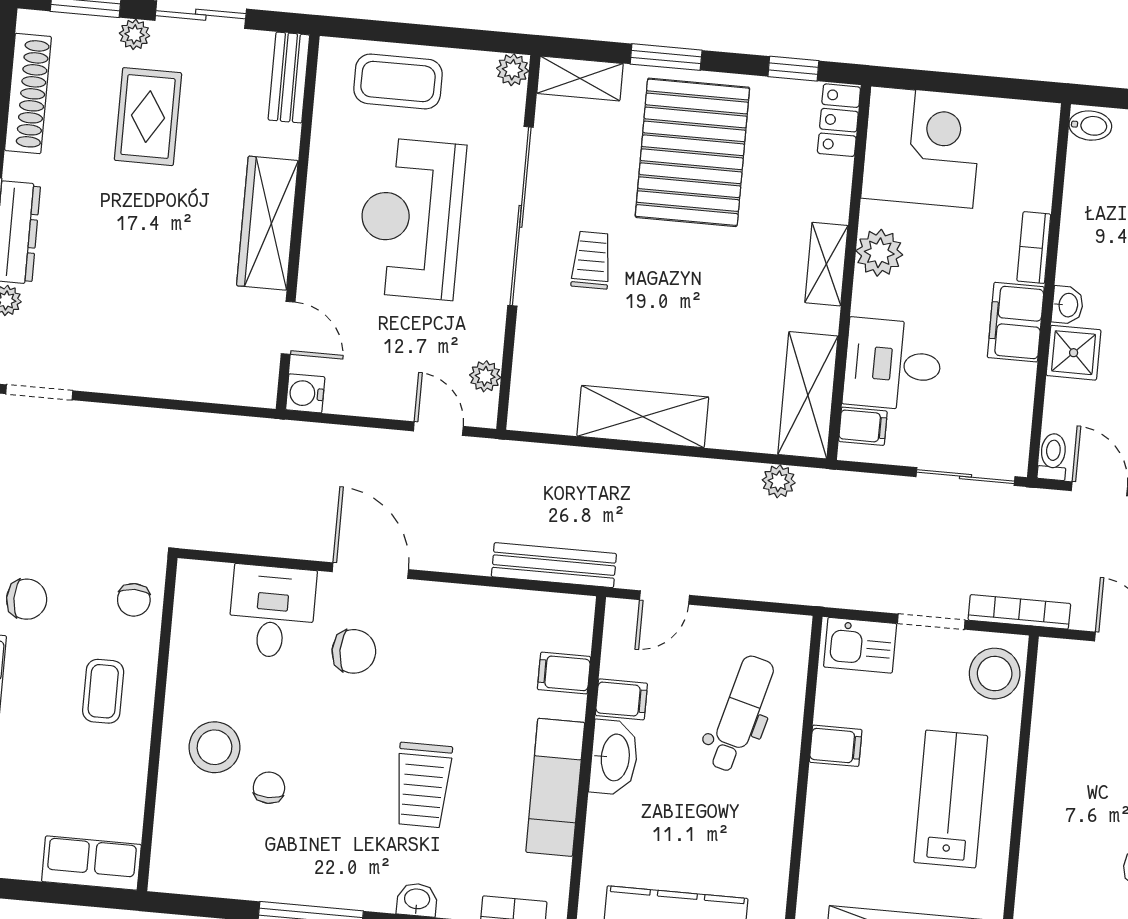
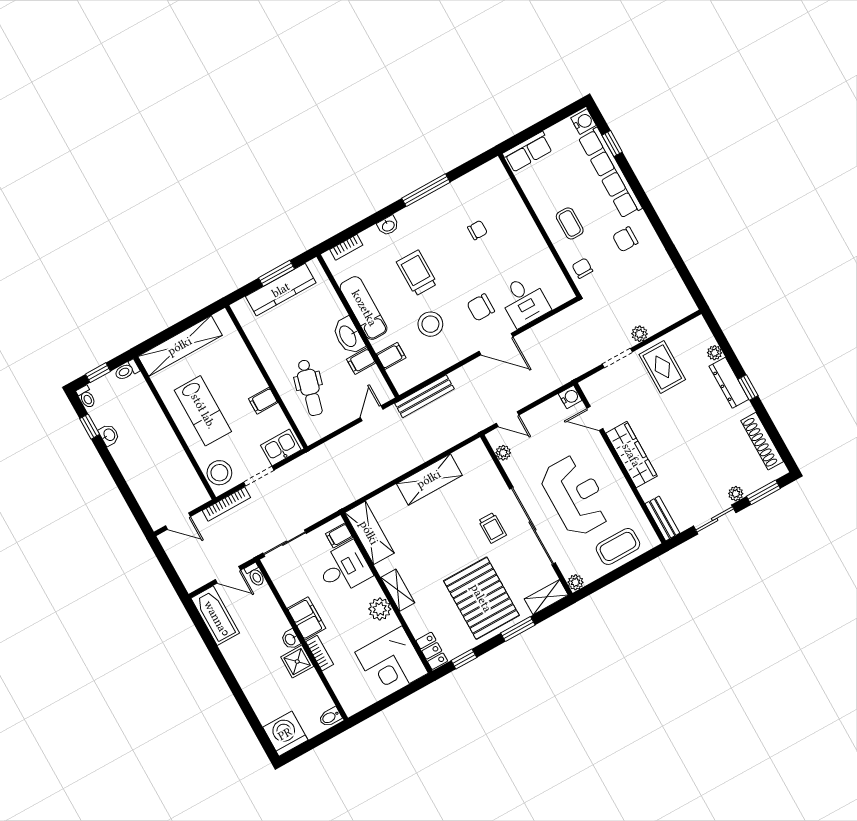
rug: (148, 117) -> (662, 367), moved
shower: (1074, 353) -> (297, 662), moved
doorway: (39, 392) -> (617, 358), moved
plant: (779, 481) -> (640, 334), moved
stool: (215, 747) -> (430, 324), moved
chair: (269, 788) -> (477, 230), turned -90

